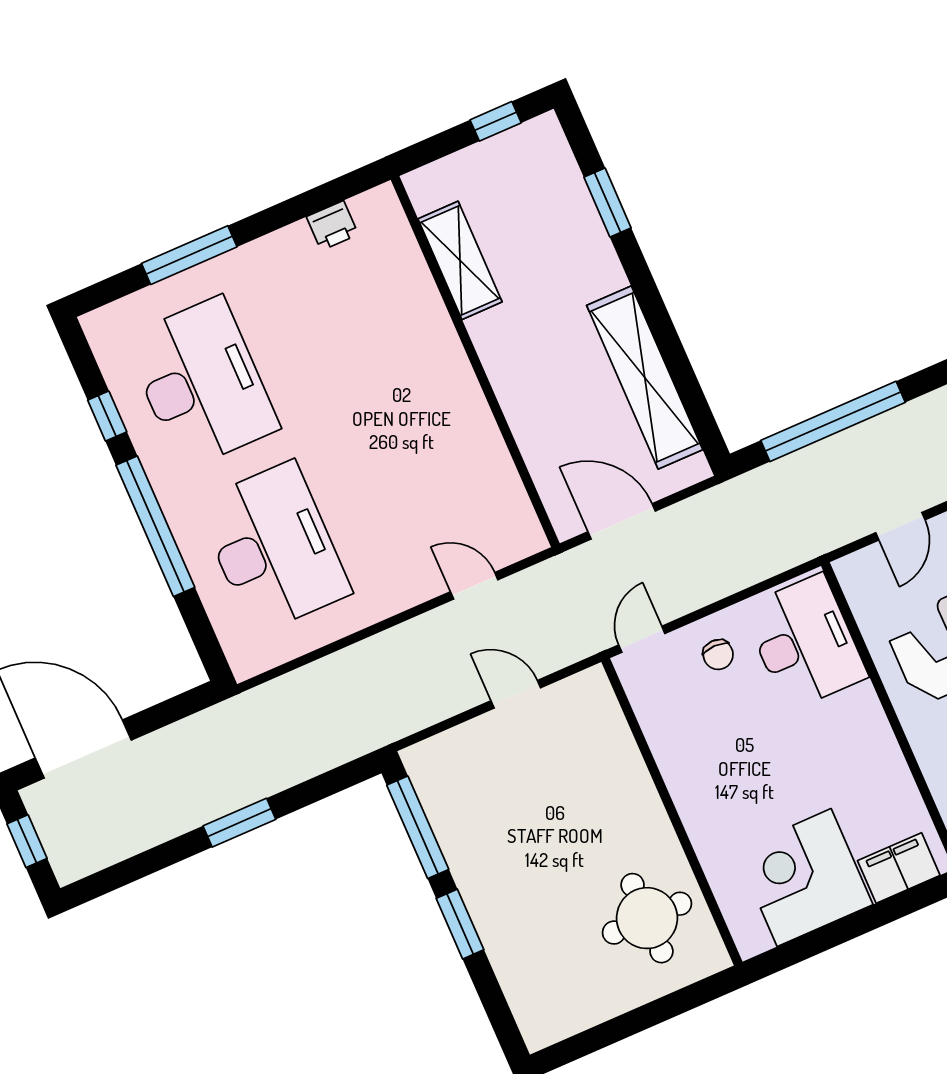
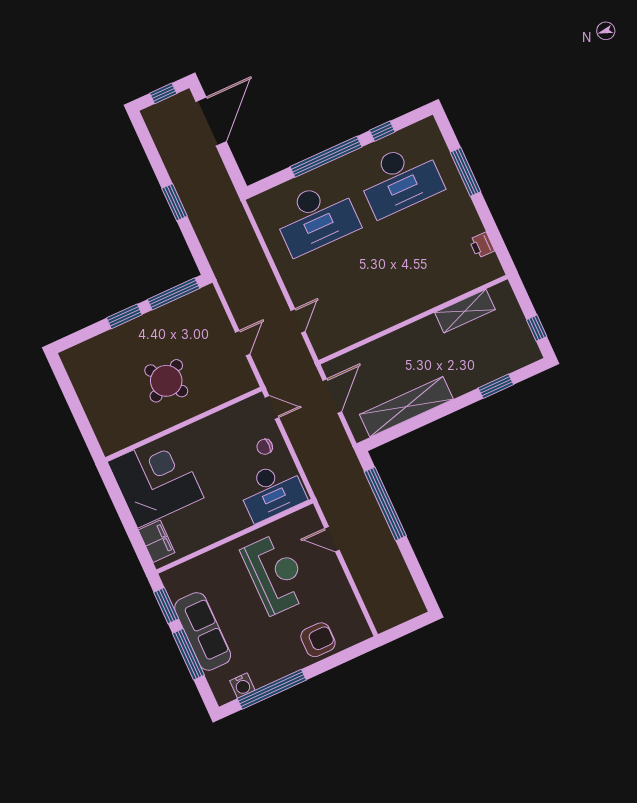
corner desk: (804, 878) -> (156, 480), width x1.36, depth x1.36
round table: (647, 918) -> (166, 381), moved, turned -32

